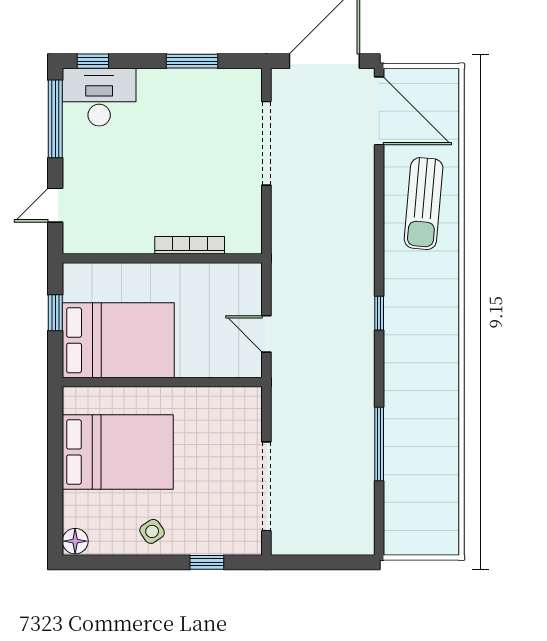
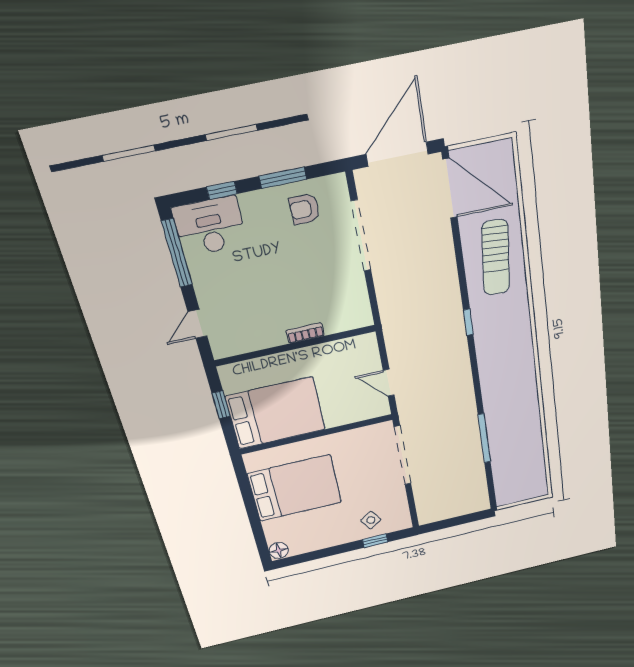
window: (93, 61) -> (222, 190), moved
armchair: (208, 100) -> (305, 209), added
bookcase: (190, 245) -> (305, 333), width x0.64
window: (379, 313) -> (468, 322), moved
doorway: (266, 486) -> (402, 455), moved
side table: (152, 531) -> (371, 520), moved

